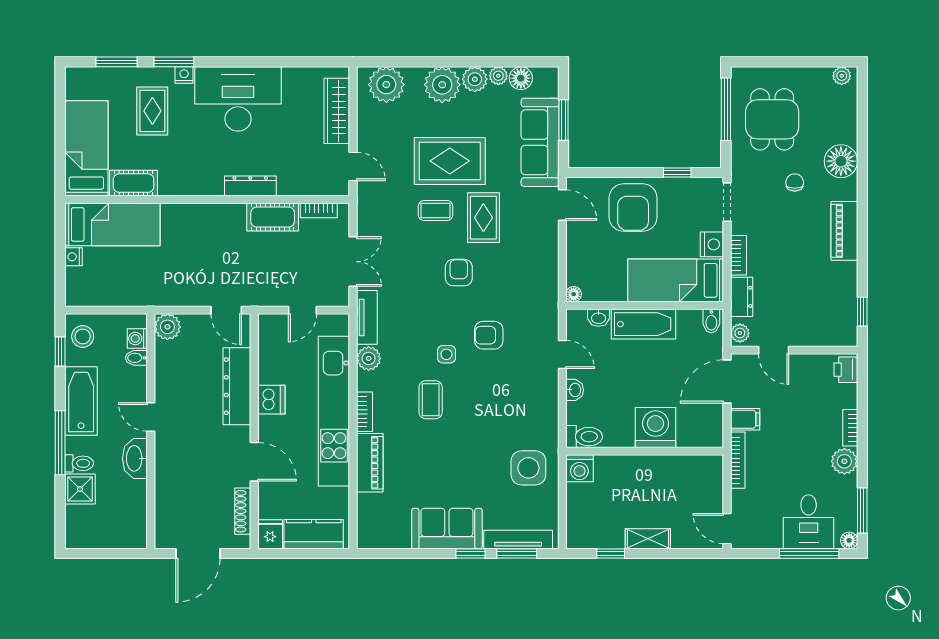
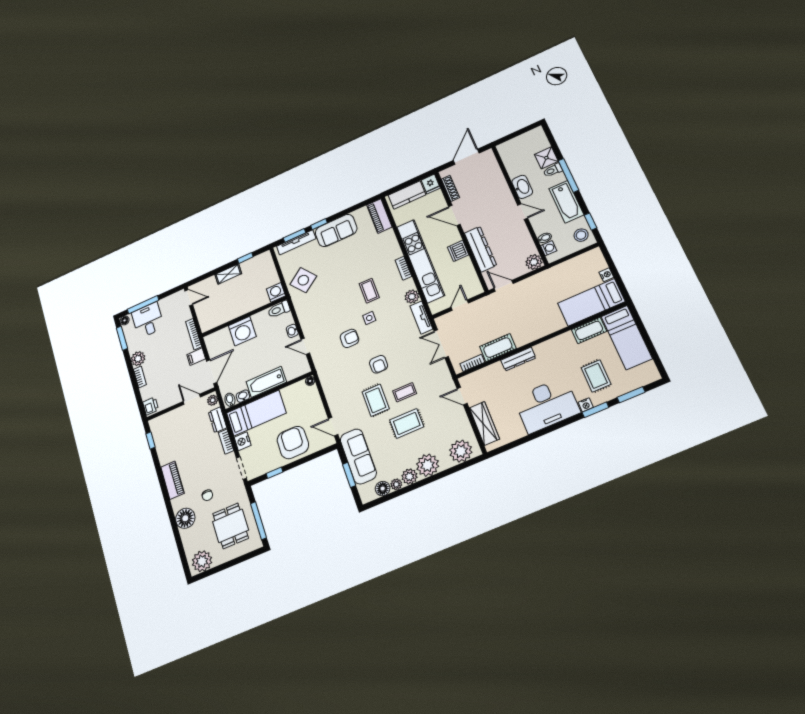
plant: (842, 76) -> (202, 561), width x1.88, depth x1.88
rug: (450, 161) -> (407, 423), width x0.73, depth x0.70
washbasin: (599, 318) -> (243, 396), moved
piano: (370, 463) -> (379, 216), moved
side table: (528, 468) -> (303, 280), turned -38

